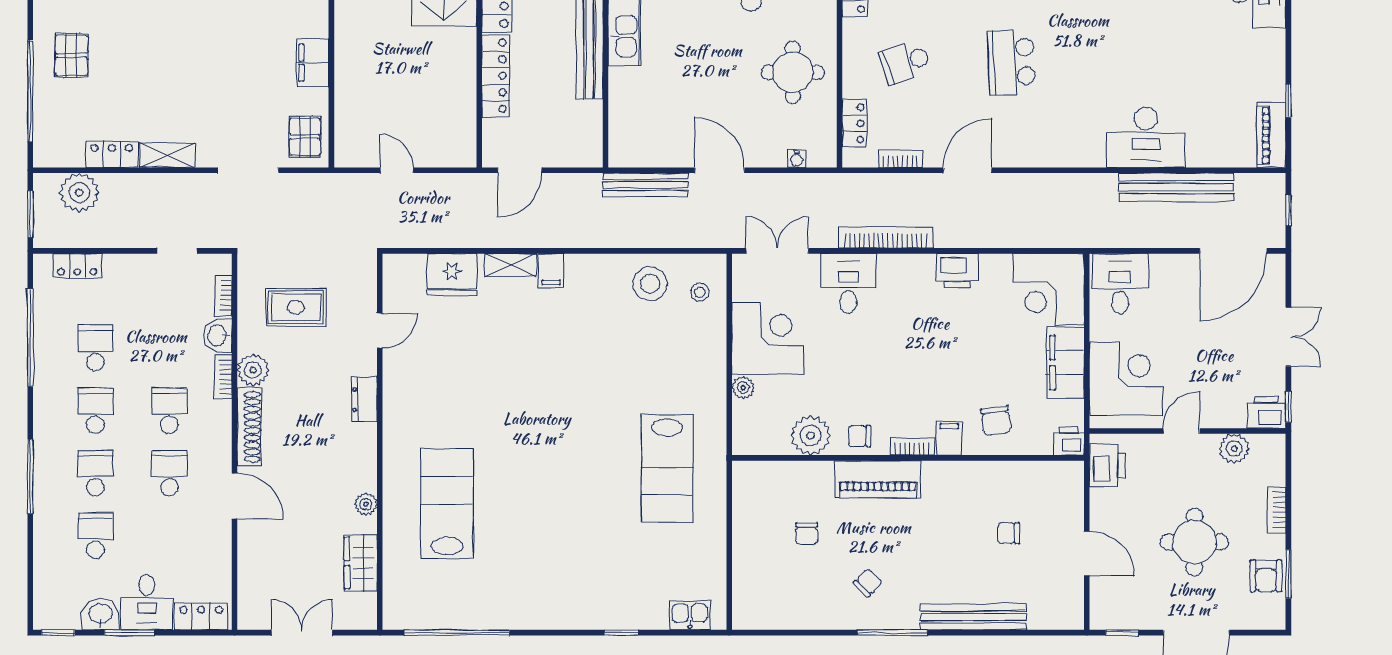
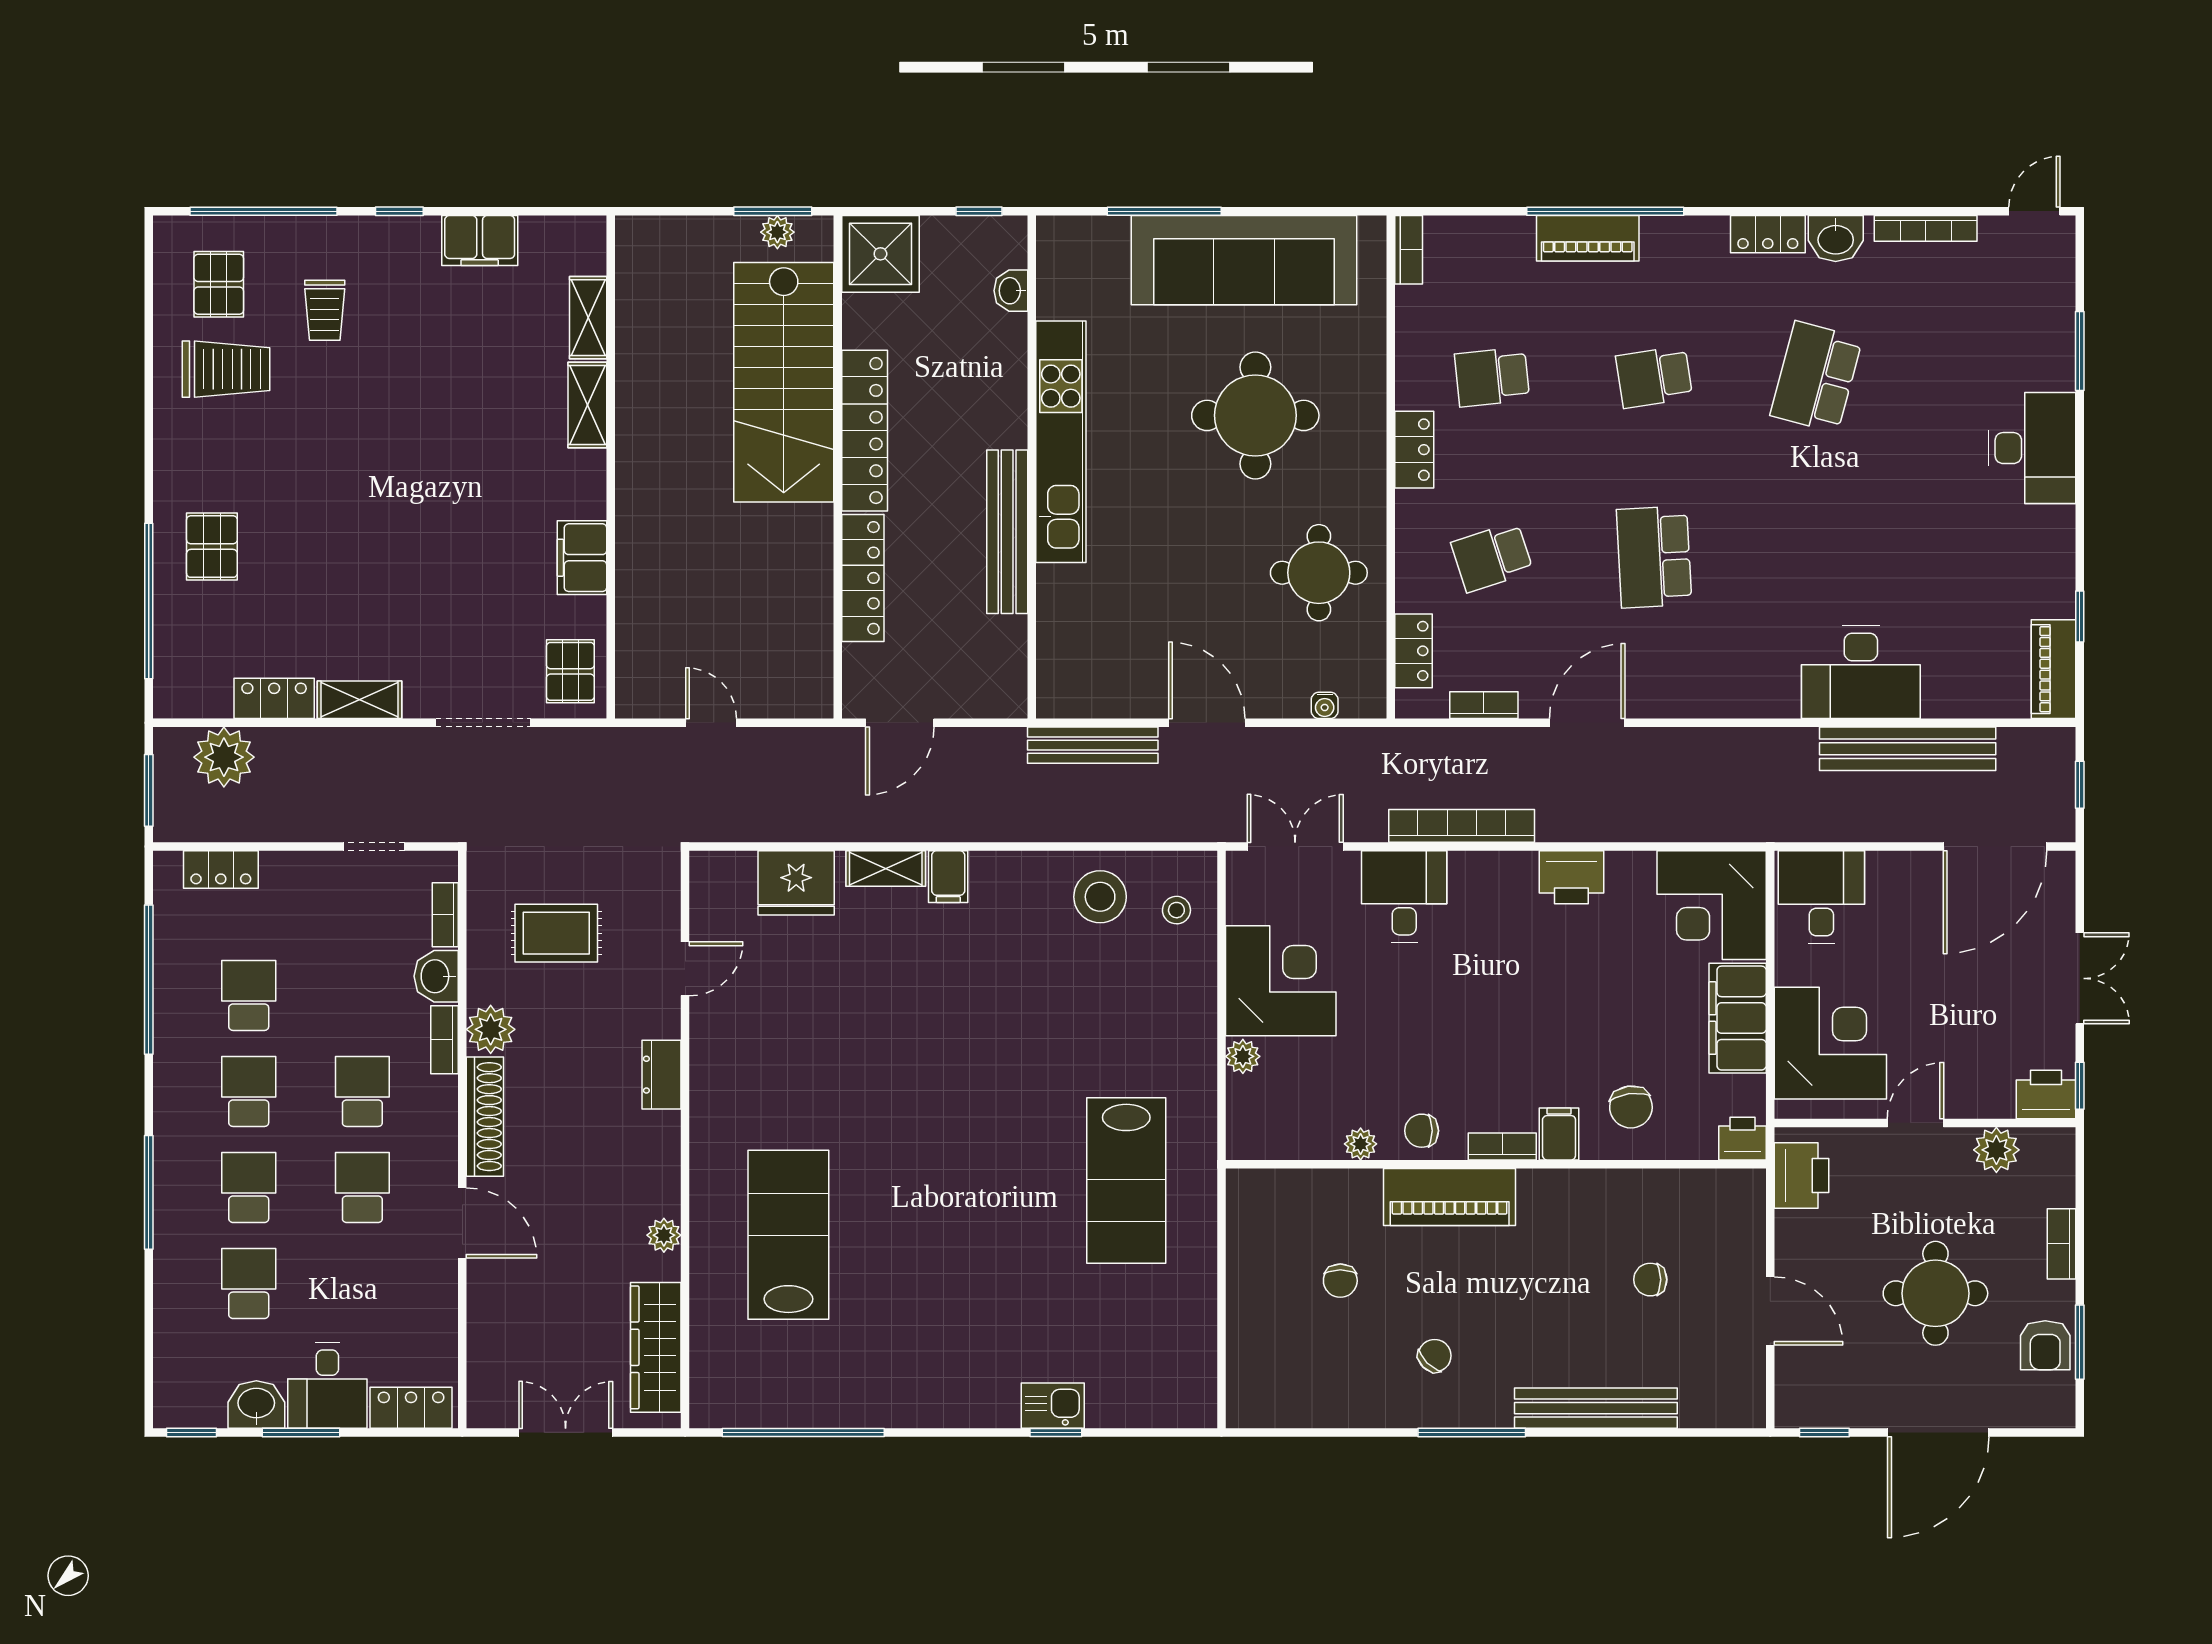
plant: (811, 435) -> (1361, 1144), width x0.53, depth x0.53
wardrobe: (361, 563) -> (656, 1347), width x1.50
kitchen sink: (690, 615) -> (1053, 1406), moved

